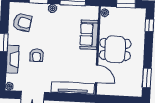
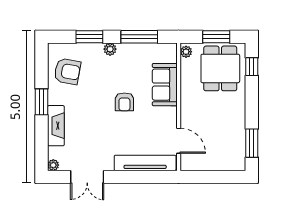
dining table: (115, 49) -> (220, 68), moved, turned 90
armchair: (37, 55) -> (124, 102), moved

